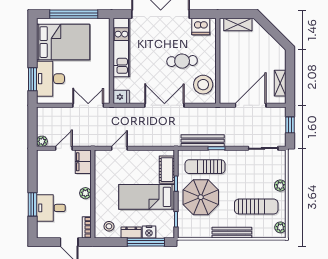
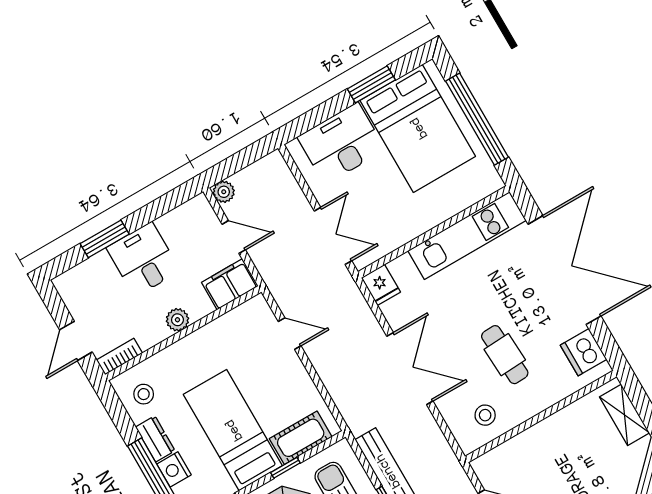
window: (32, 79) -> (371, 84), moved
stool: (203, 85) -> (485, 415), width x0.53, depth x0.53
desk: (51, 208) -> (143, 259), moved

